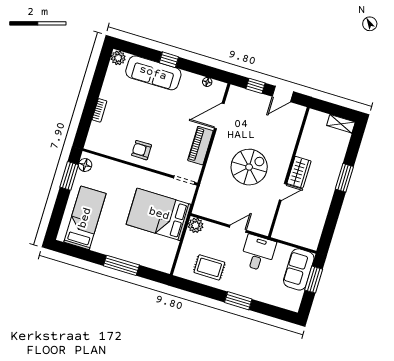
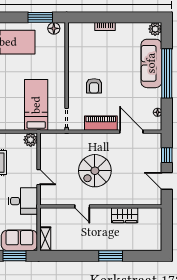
window: (169, 60) -> (167, 73), width x3.17
shelving: (341, 124) -> (45, 239), moved
armchair: (142, 150) -> (94, 86), moved, turned 180
spiral stairs: (249, 167) -> (95, 171), turned 90
wardrobe: (299, 172) -> (125, 215), moved
bed: (159, 214) -> (36, 105), width x0.67

